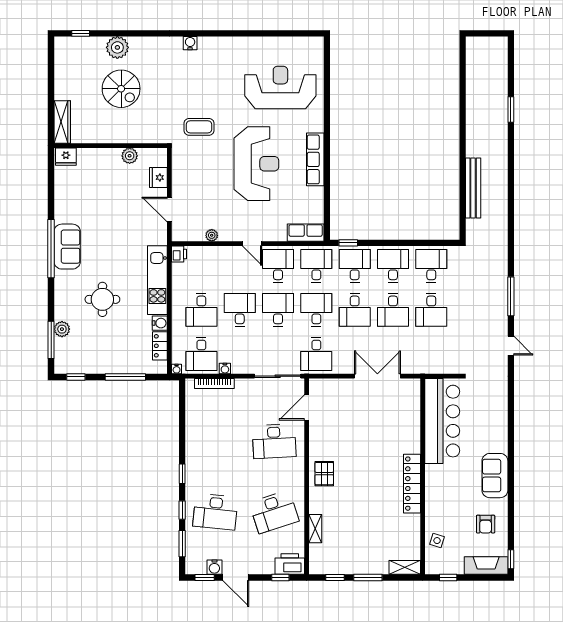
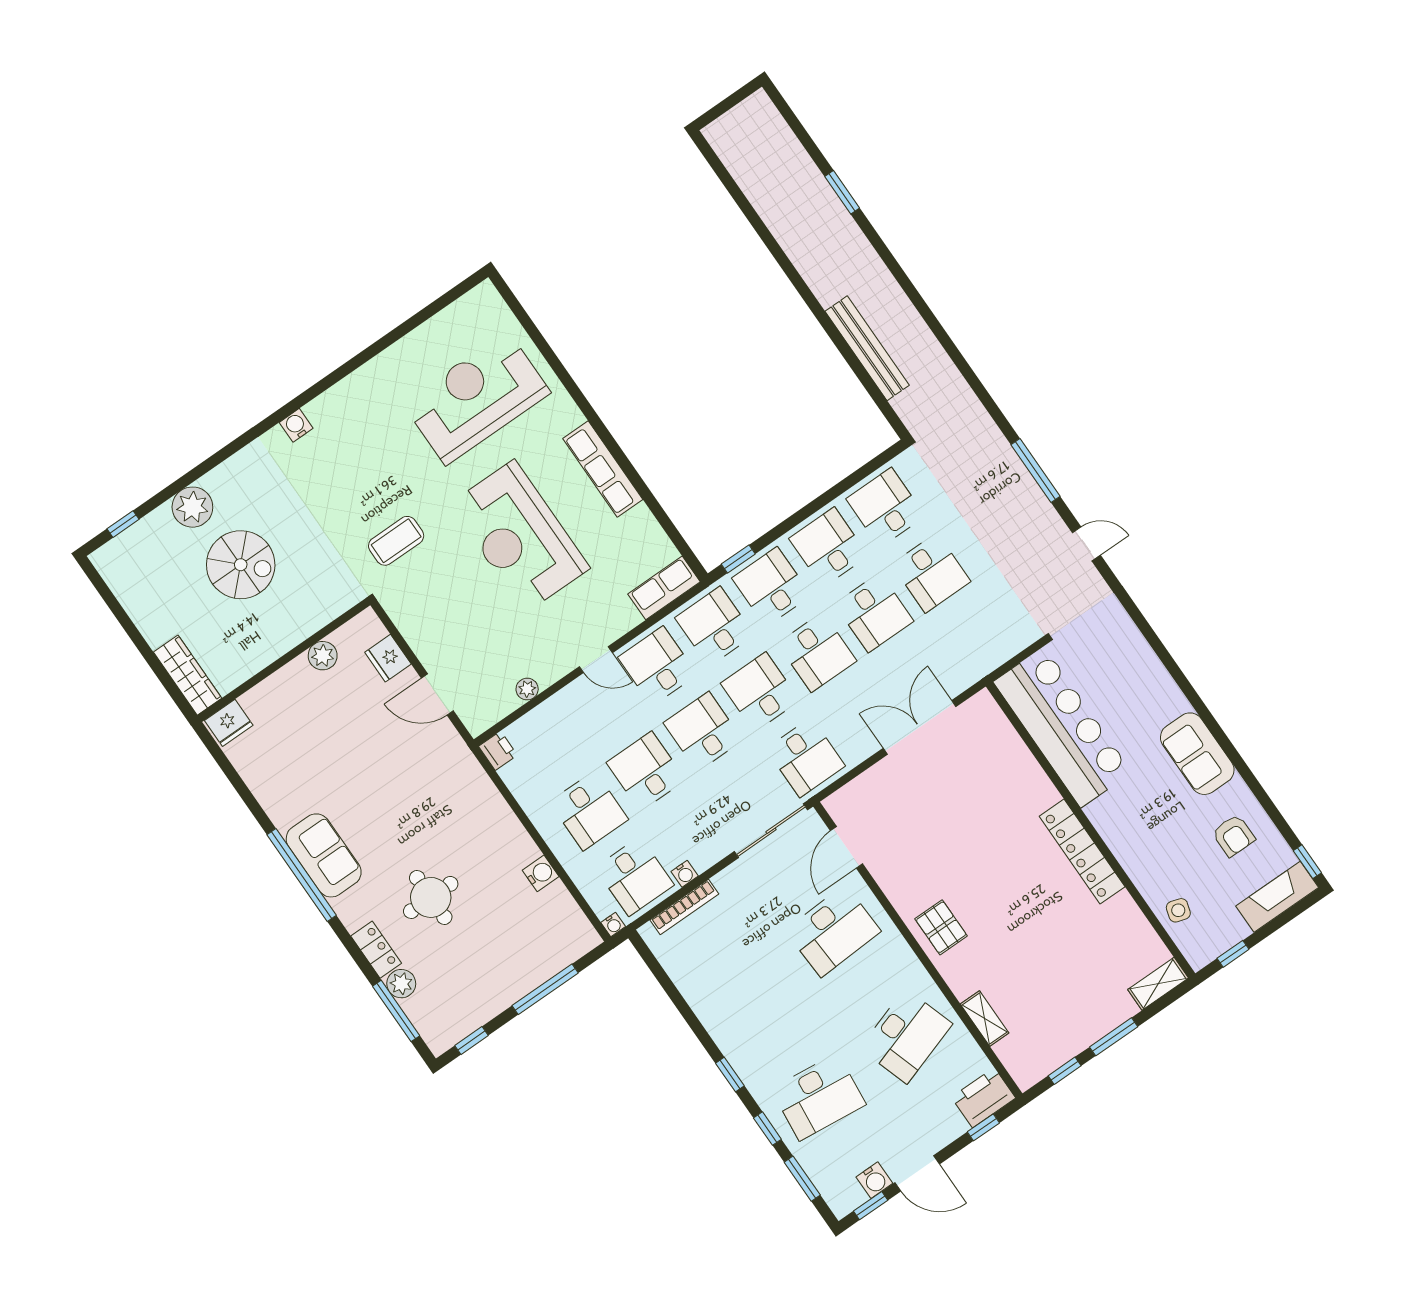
reception desk: (256, 164) -> (520, 536), turned 180
kitchen unit: (157, 280) -> (493, 812), removed
locker: (160, 346) -> (376, 950), moved, turned 180

